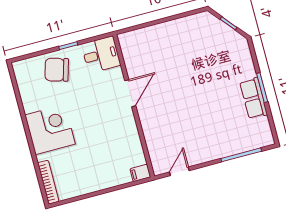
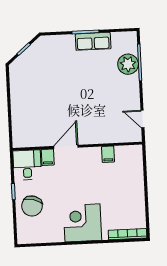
filing cabinet: (114, 76) -> (48, 157), added
door: (130, 93) -> (66, 147), hinge flipped
plant: (237, 142) -> (128, 64), added
filing cabinet: (140, 173) -> (108, 154), moved

